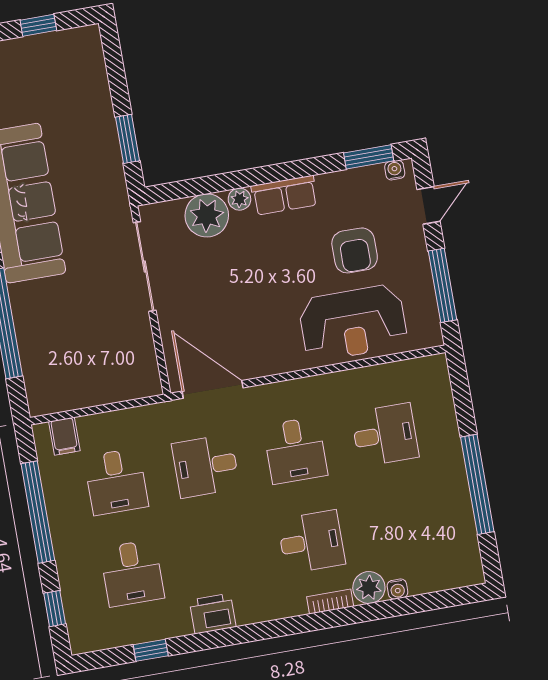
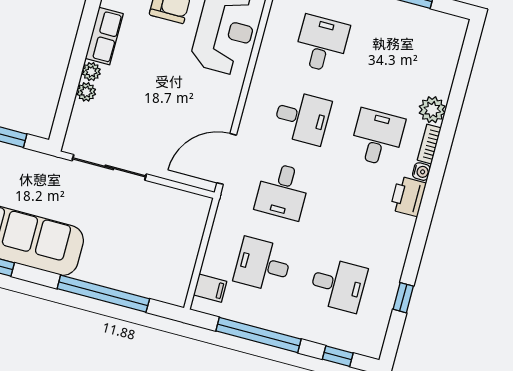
plant: (207, 215) -> (86, 92), width x0.53, depth x0.53
desk: (116, 482) -> (263, 265), turned 180
water cooler: (397, 589) -> (421, 172), moved
printer: (213, 614) -> (408, 196), moved

